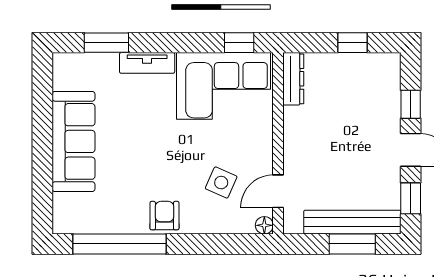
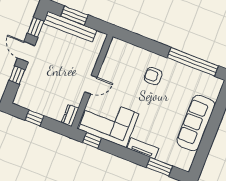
dresser: (293, 79) -> (70, 115), width x0.70
side table: (221, 183) -> (129, 73), removed
door: (278, 191) -> (91, 85), moved
armchair: (164, 216) -> (153, 76), moved, turned 90
floor lamp: (264, 225) -> (115, 43), removed

